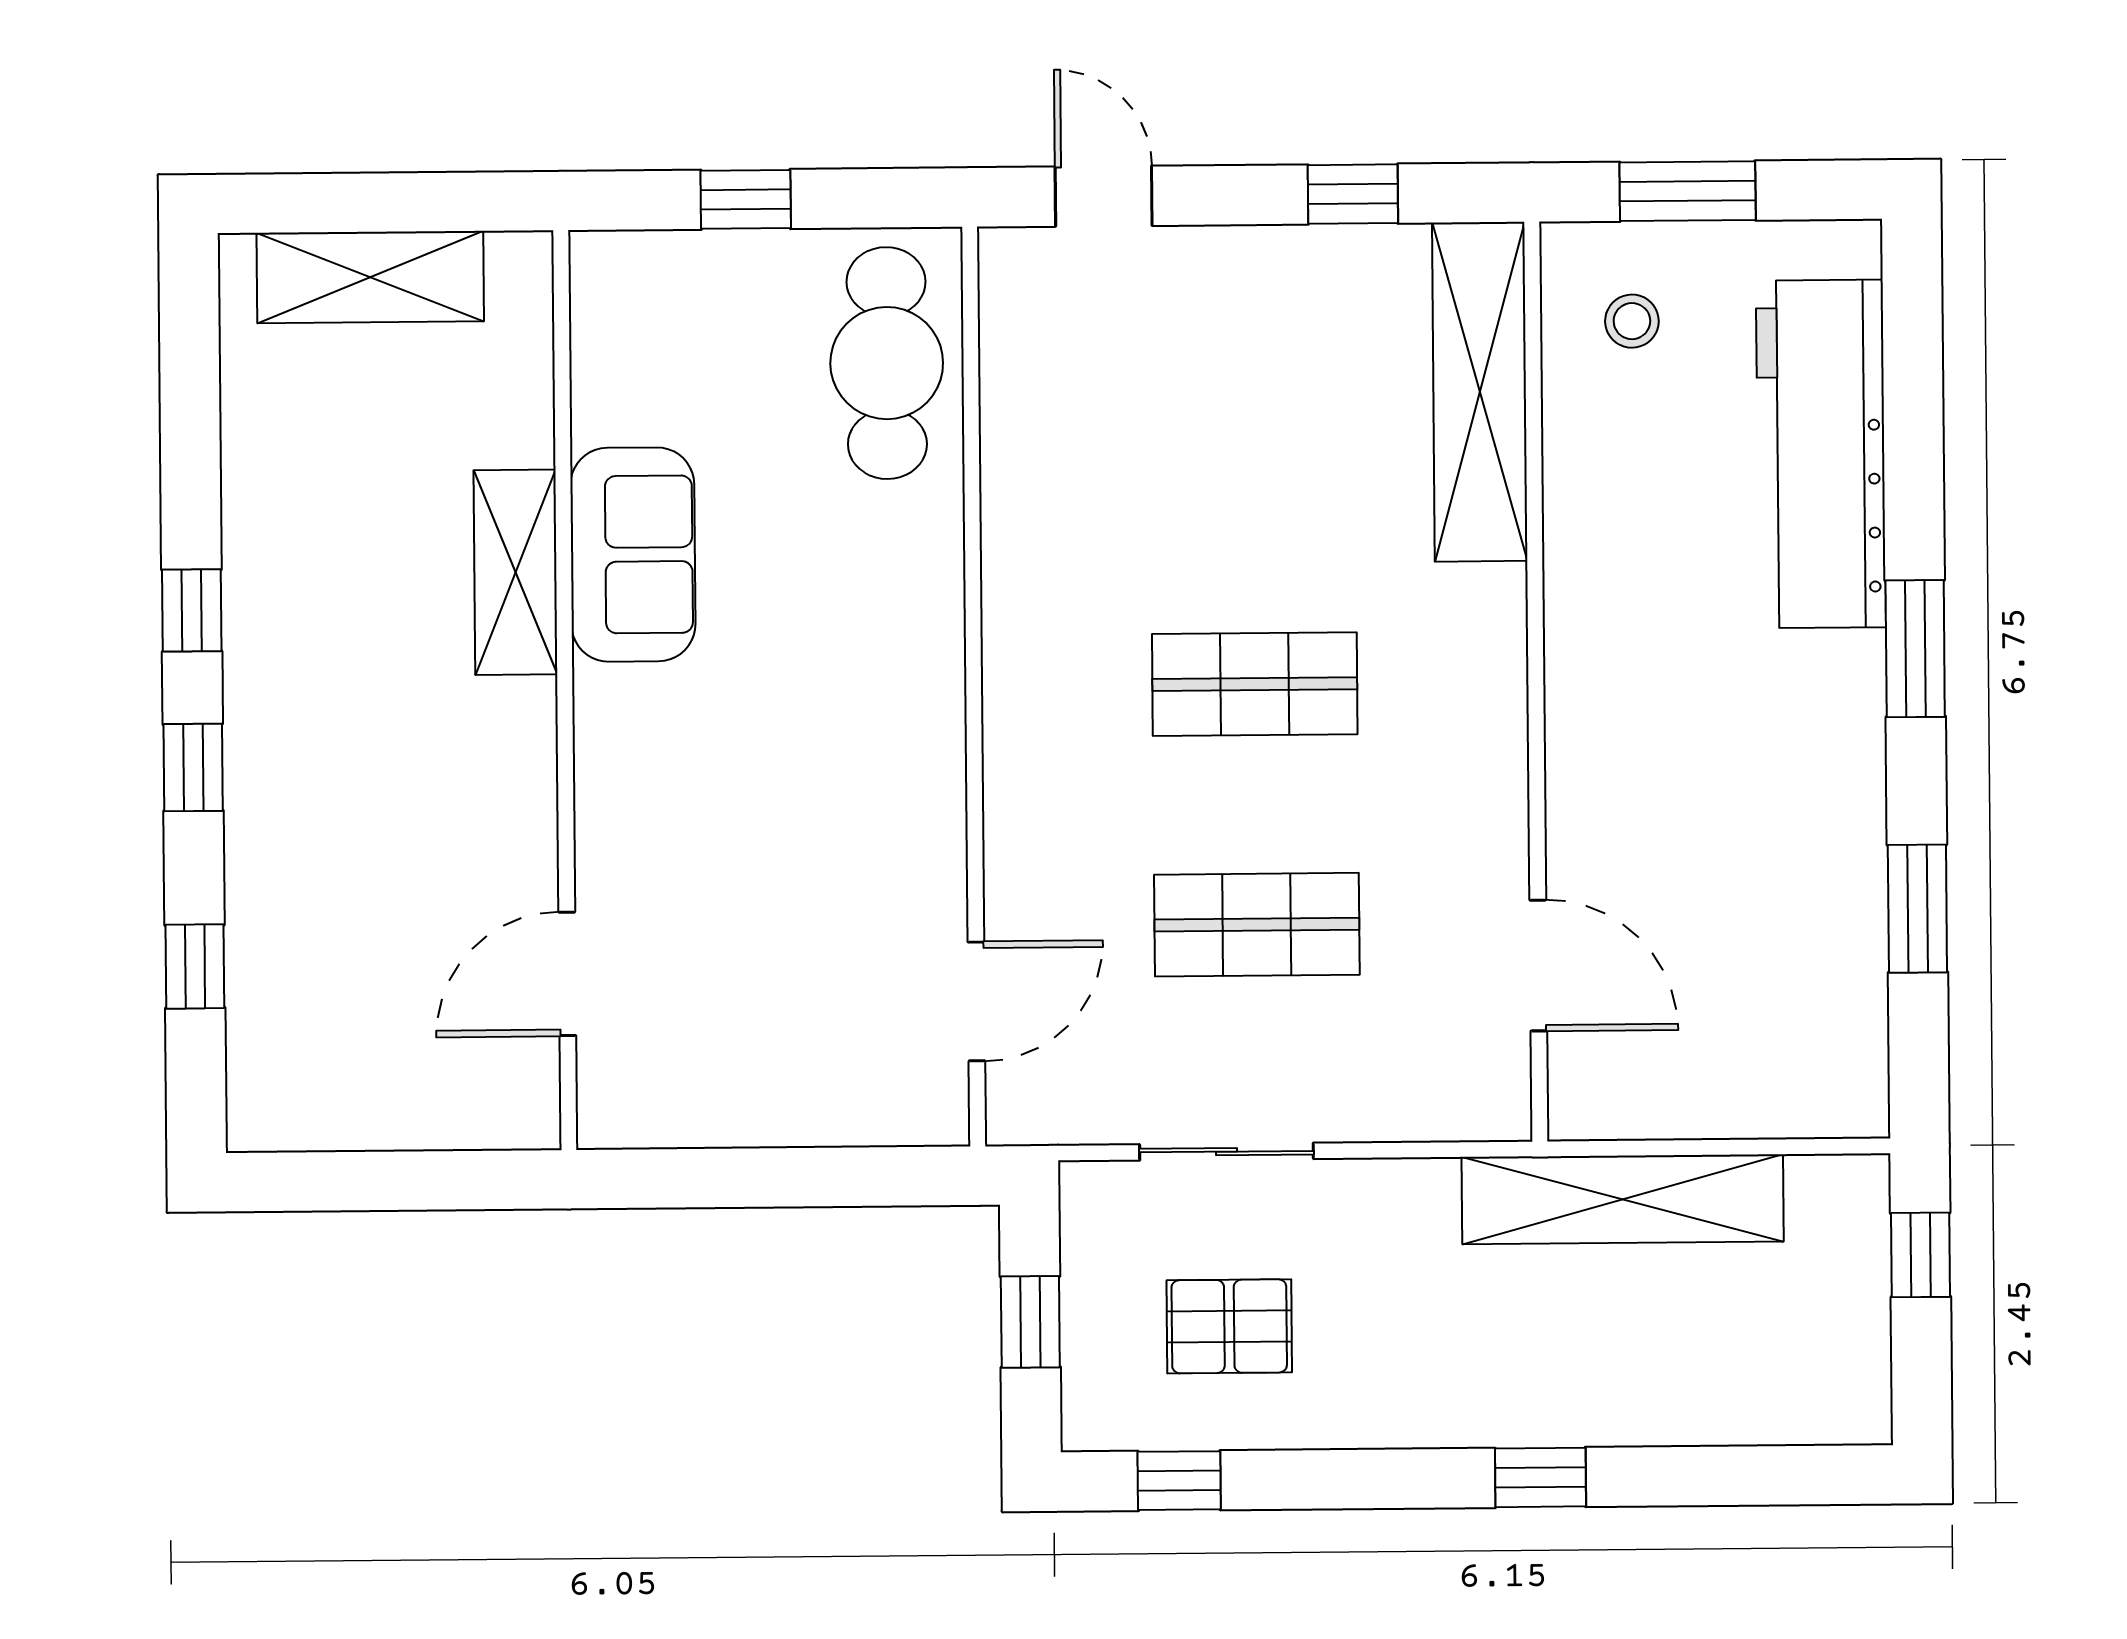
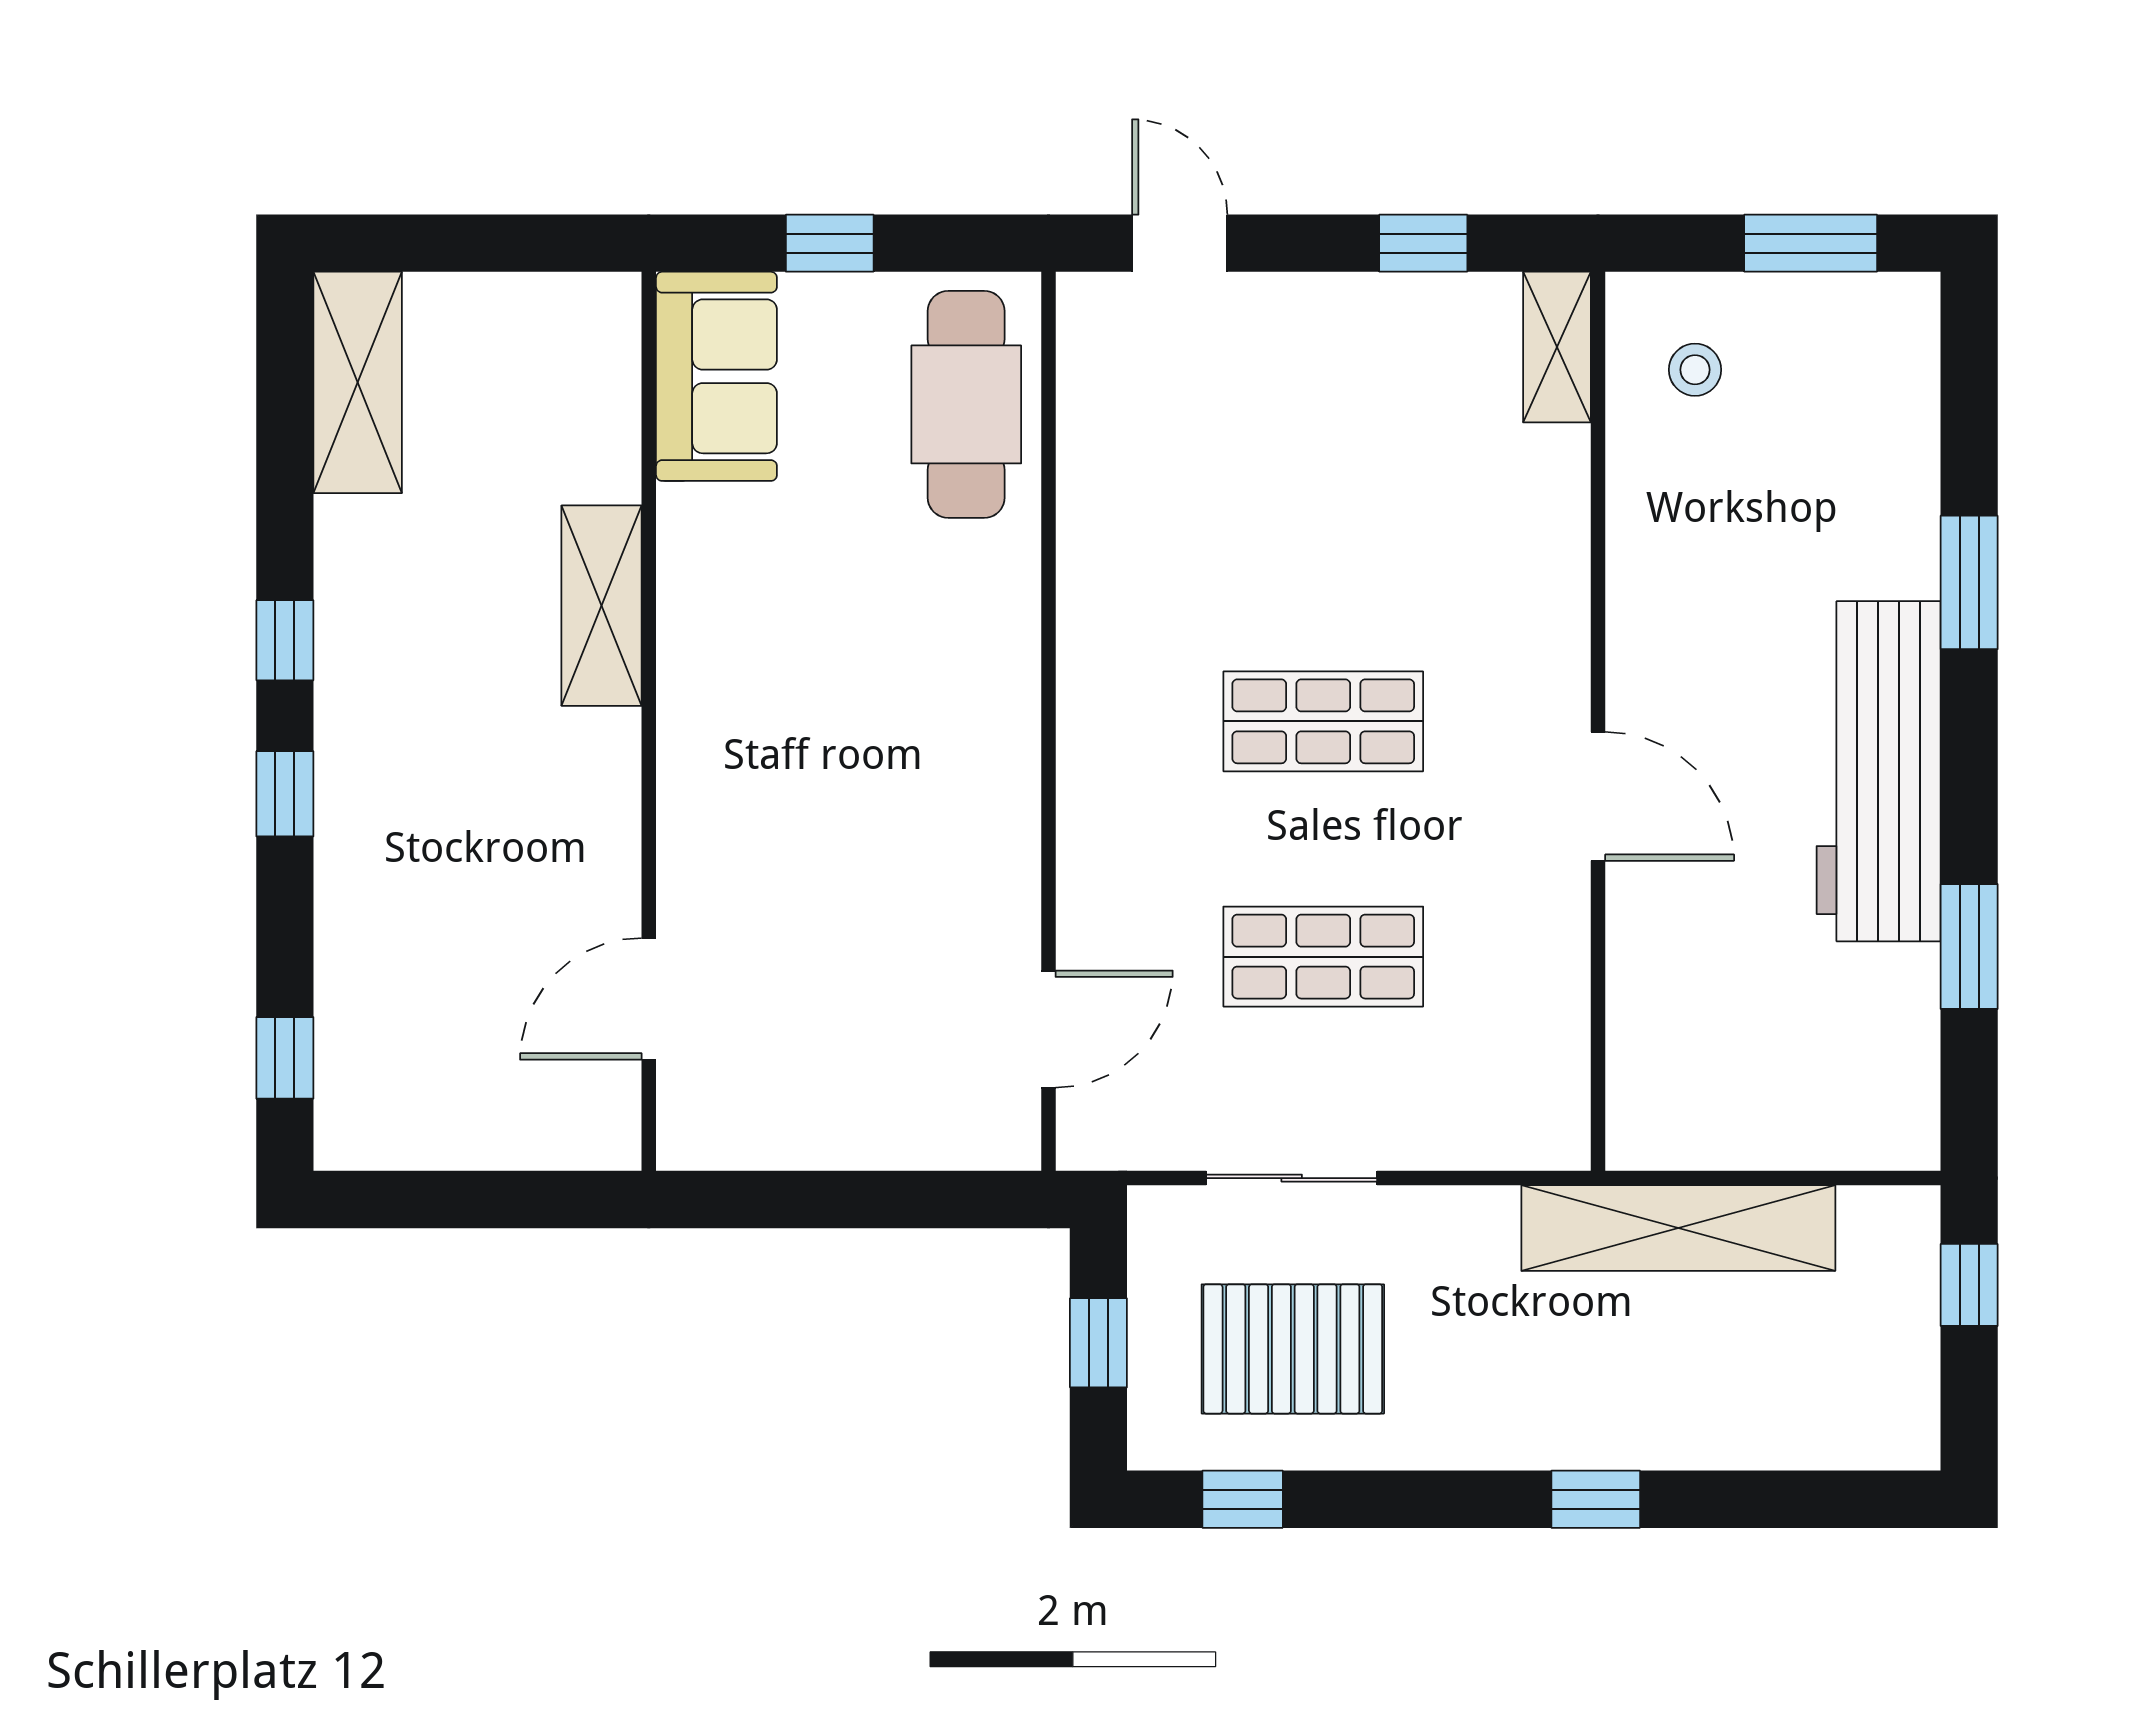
window: (1688, 191) -> (1811, 243), moved
shelving: (370, 277) -> (358, 382), moved, turned 90
shelving: (1480, 392) -> (1557, 347), width x0.45, depth x0.75
workbench: (1821, 454) -> (1879, 771), moved
sofa: (633, 555) -> (716, 376), moved
window: (1915, 649) -> (1969, 582), moved
door: (1538, 965) -> (1598, 796), moved
window: (195, 966) -> (285, 1058), moved
pallet: (1229, 1326) -> (1293, 1349), width x1.50, depth x1.42

